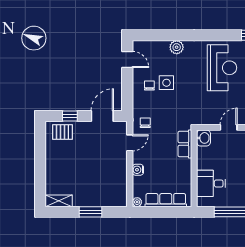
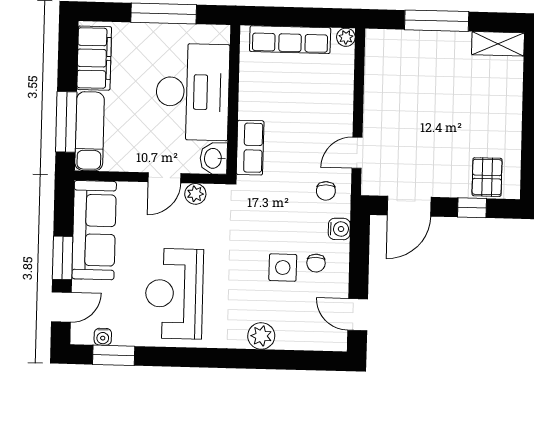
plant: (212, 119) -> (195, 194), added
pallet: (62, 132) -> (487, 177), turned 90
water cooler: (138, 170) -> (339, 229), moved
desk: (211, 183) -> (193, 92), width x1.87, depth x1.30
window: (91, 212) -> (437, 21), width x1.44

